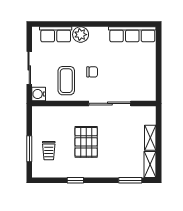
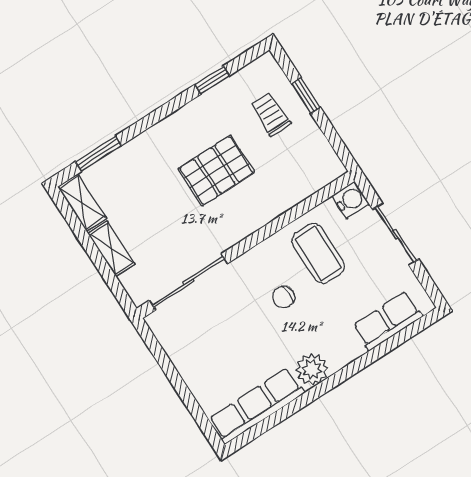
plant: (81, 35) -> (312, 369), moved
sliding door: (110, 103) -> (188, 282), moved
pallet: (86, 142) -> (216, 171), turned 90
window: (29, 149) -> (306, 96), width x0.67
window: (75, 180) -> (212, 80), moved

